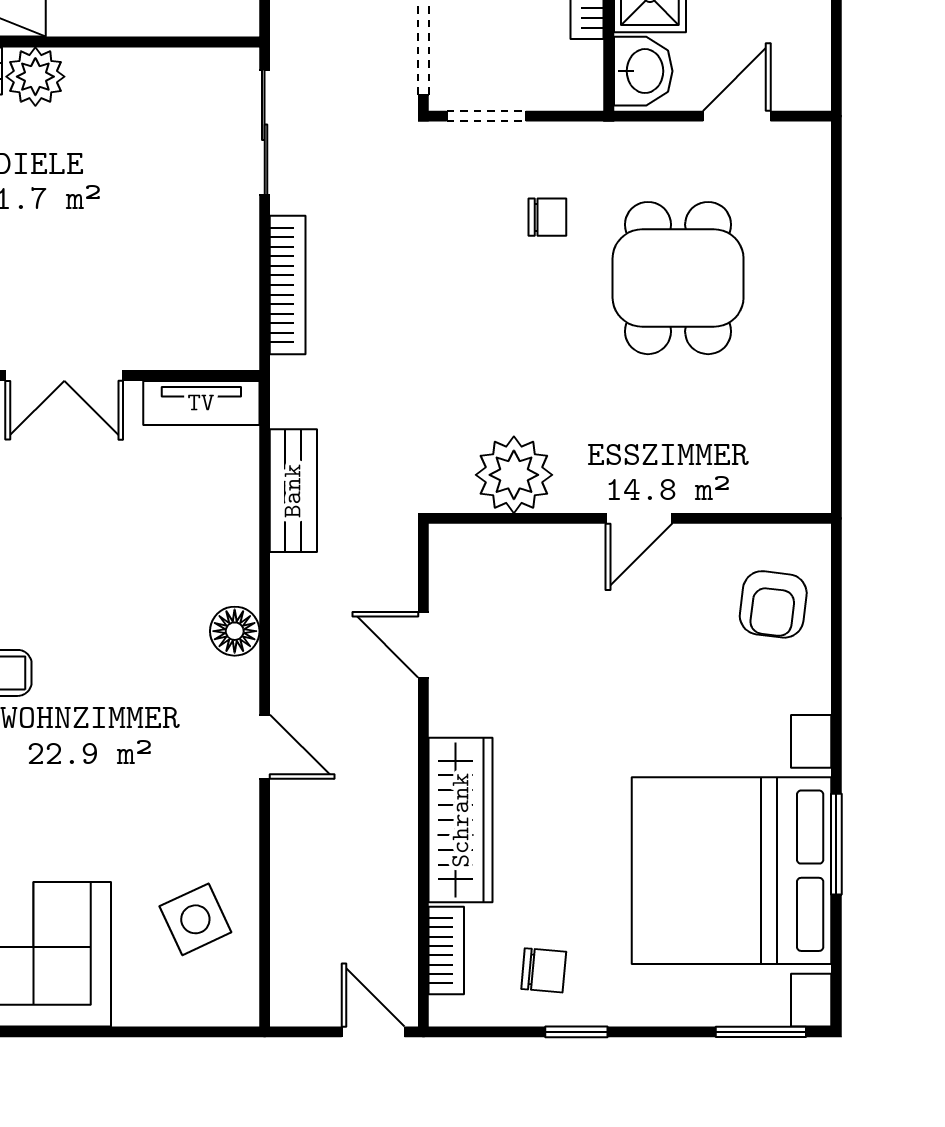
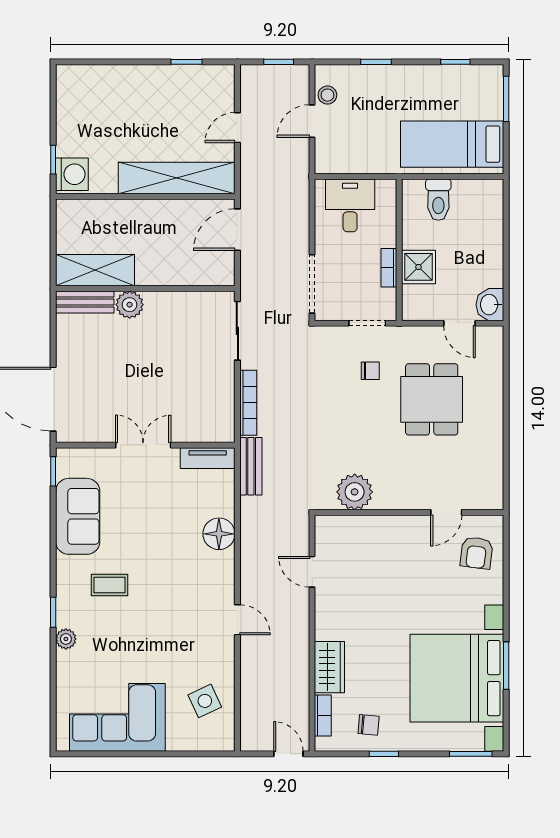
washbasin: (643, 71) -> (490, 305), moved, turned 180
doorway: (486, 116) -> (367, 323), moved
door: (737, 116) -> (459, 323), swing flipped
double door: (64, 375) -> (143, 445), swing flipped
bench: (293, 491) -> (251, 466), moved
door: (639, 518) -> (446, 512), moved
floor lamp: (235, 631) -> (219, 534), moved, width x1.38, depth x1.38
wardrobe: (461, 820) -> (329, 667), width x0.67

